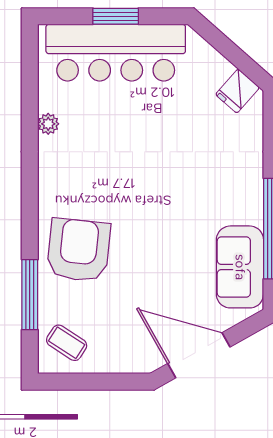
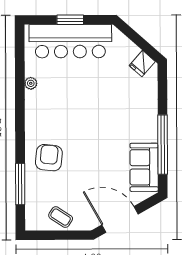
armchair: (79, 250) -> (49, 158), width x0.73, depth x0.73
coffee table: (67, 343) -> (61, 217), moved

